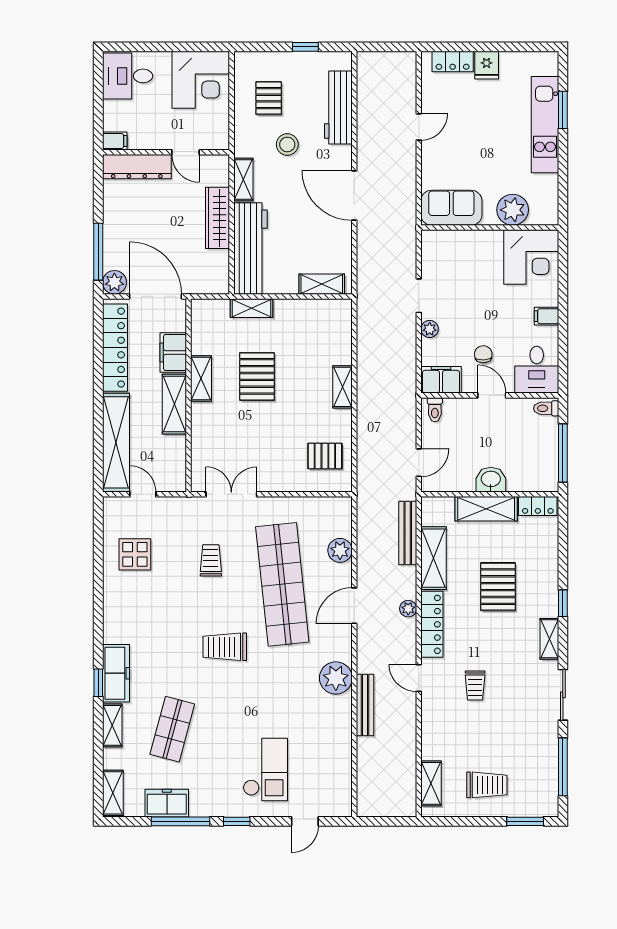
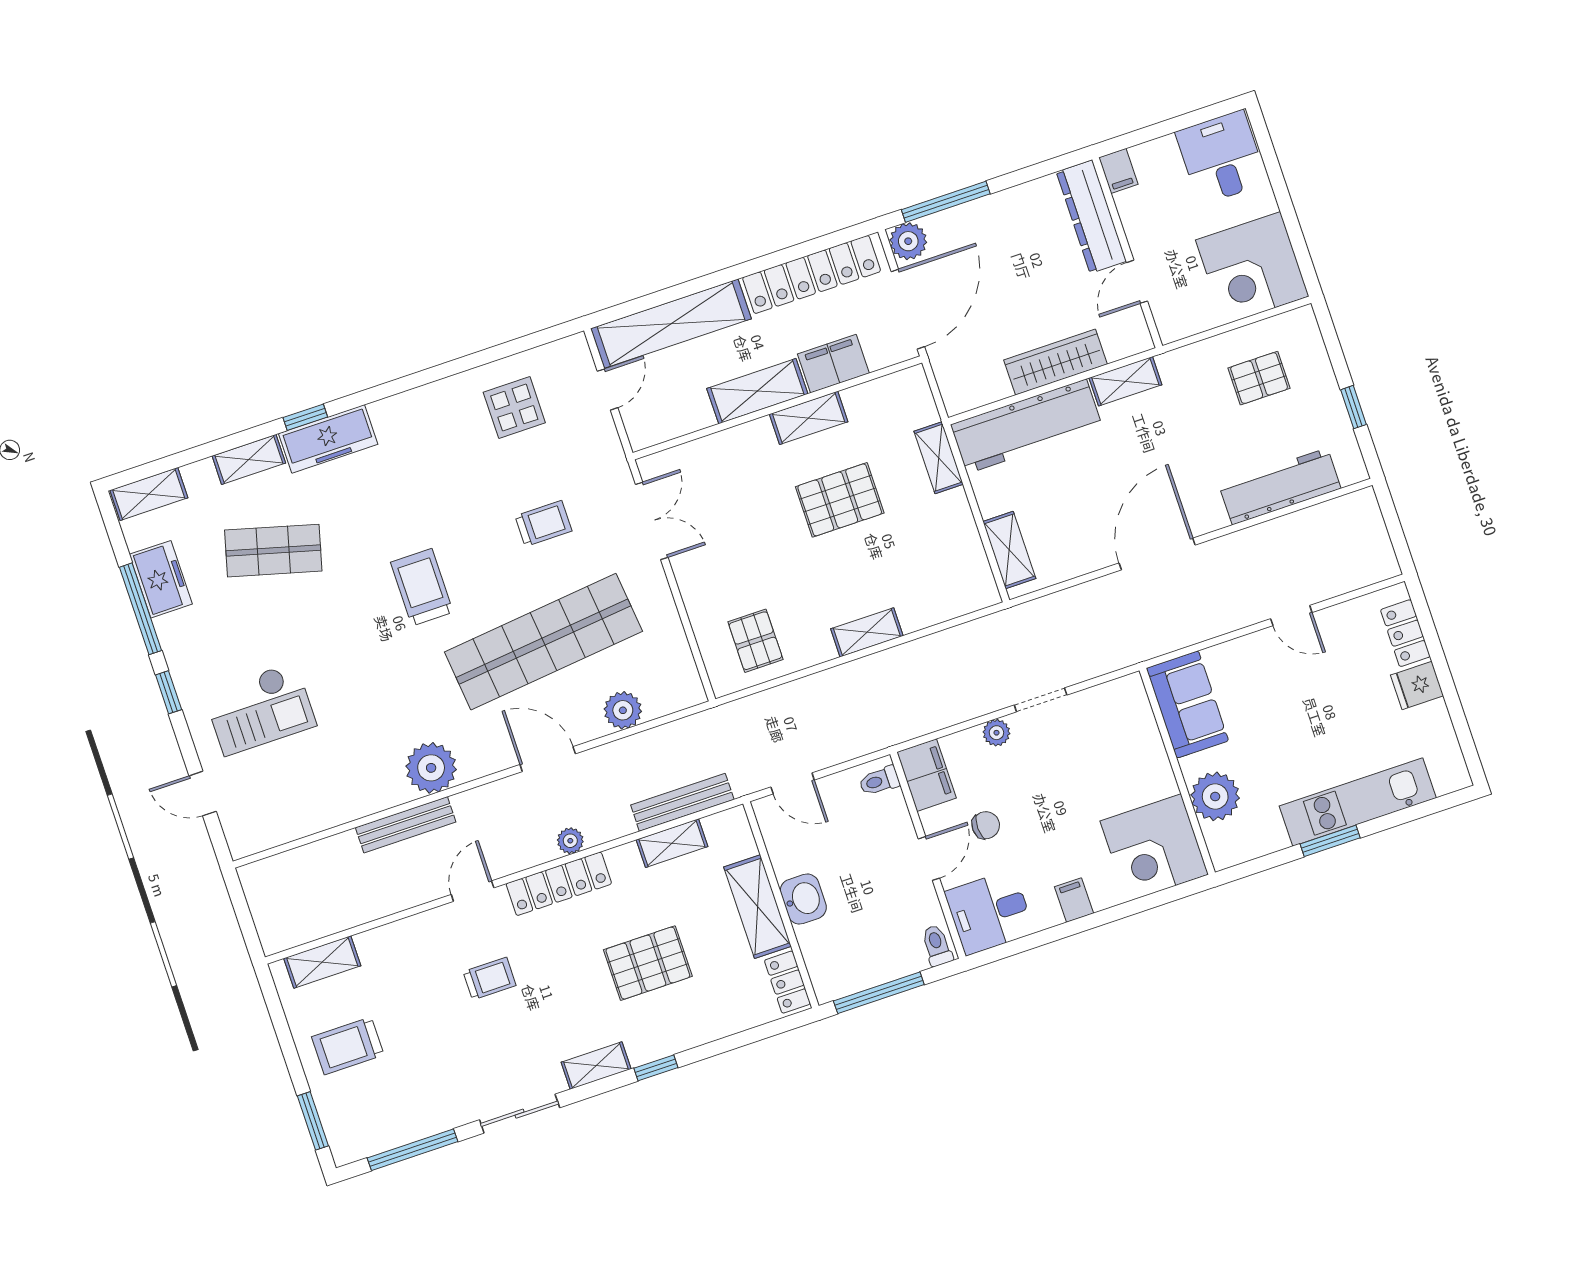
window: (563, 110) -> (1330, 841), moved
stool: (287, 144) -> (1199, 429), removed
shelving: (433, 558) -> (672, 843), width x0.67, depth x0.75
trolley: (475, 685) -> (490, 979), turned 180
trolley: (487, 785) -> (348, 1046), turned 90

